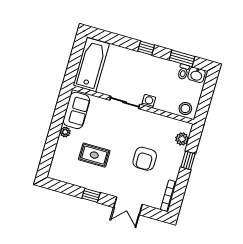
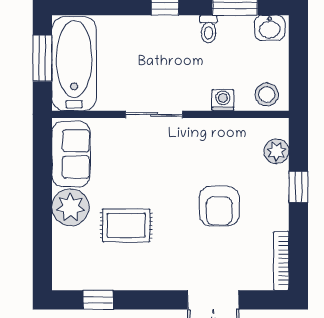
window: (76, 57) -> (42, 58), added
toilet: (183, 72) -> (208, 29), moved
washing machine: (149, 101) -> (223, 100), moved
plant: (65, 132) -> (70, 207), width x1.88, depth x1.88
window: (91, 195) -> (98, 300), moved

